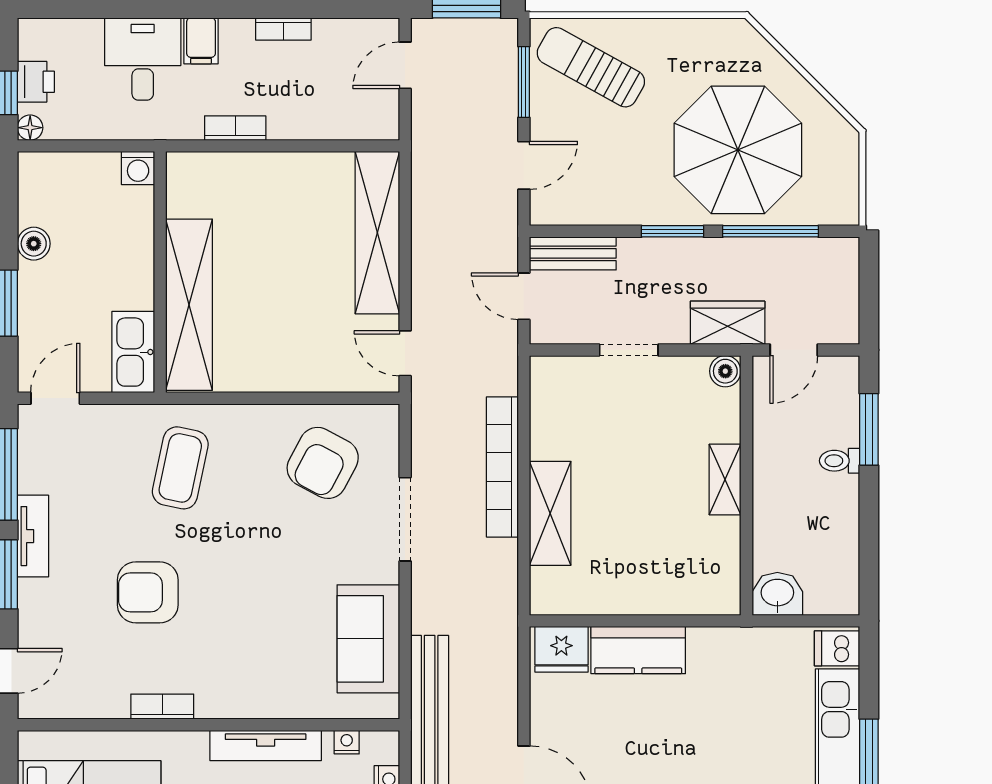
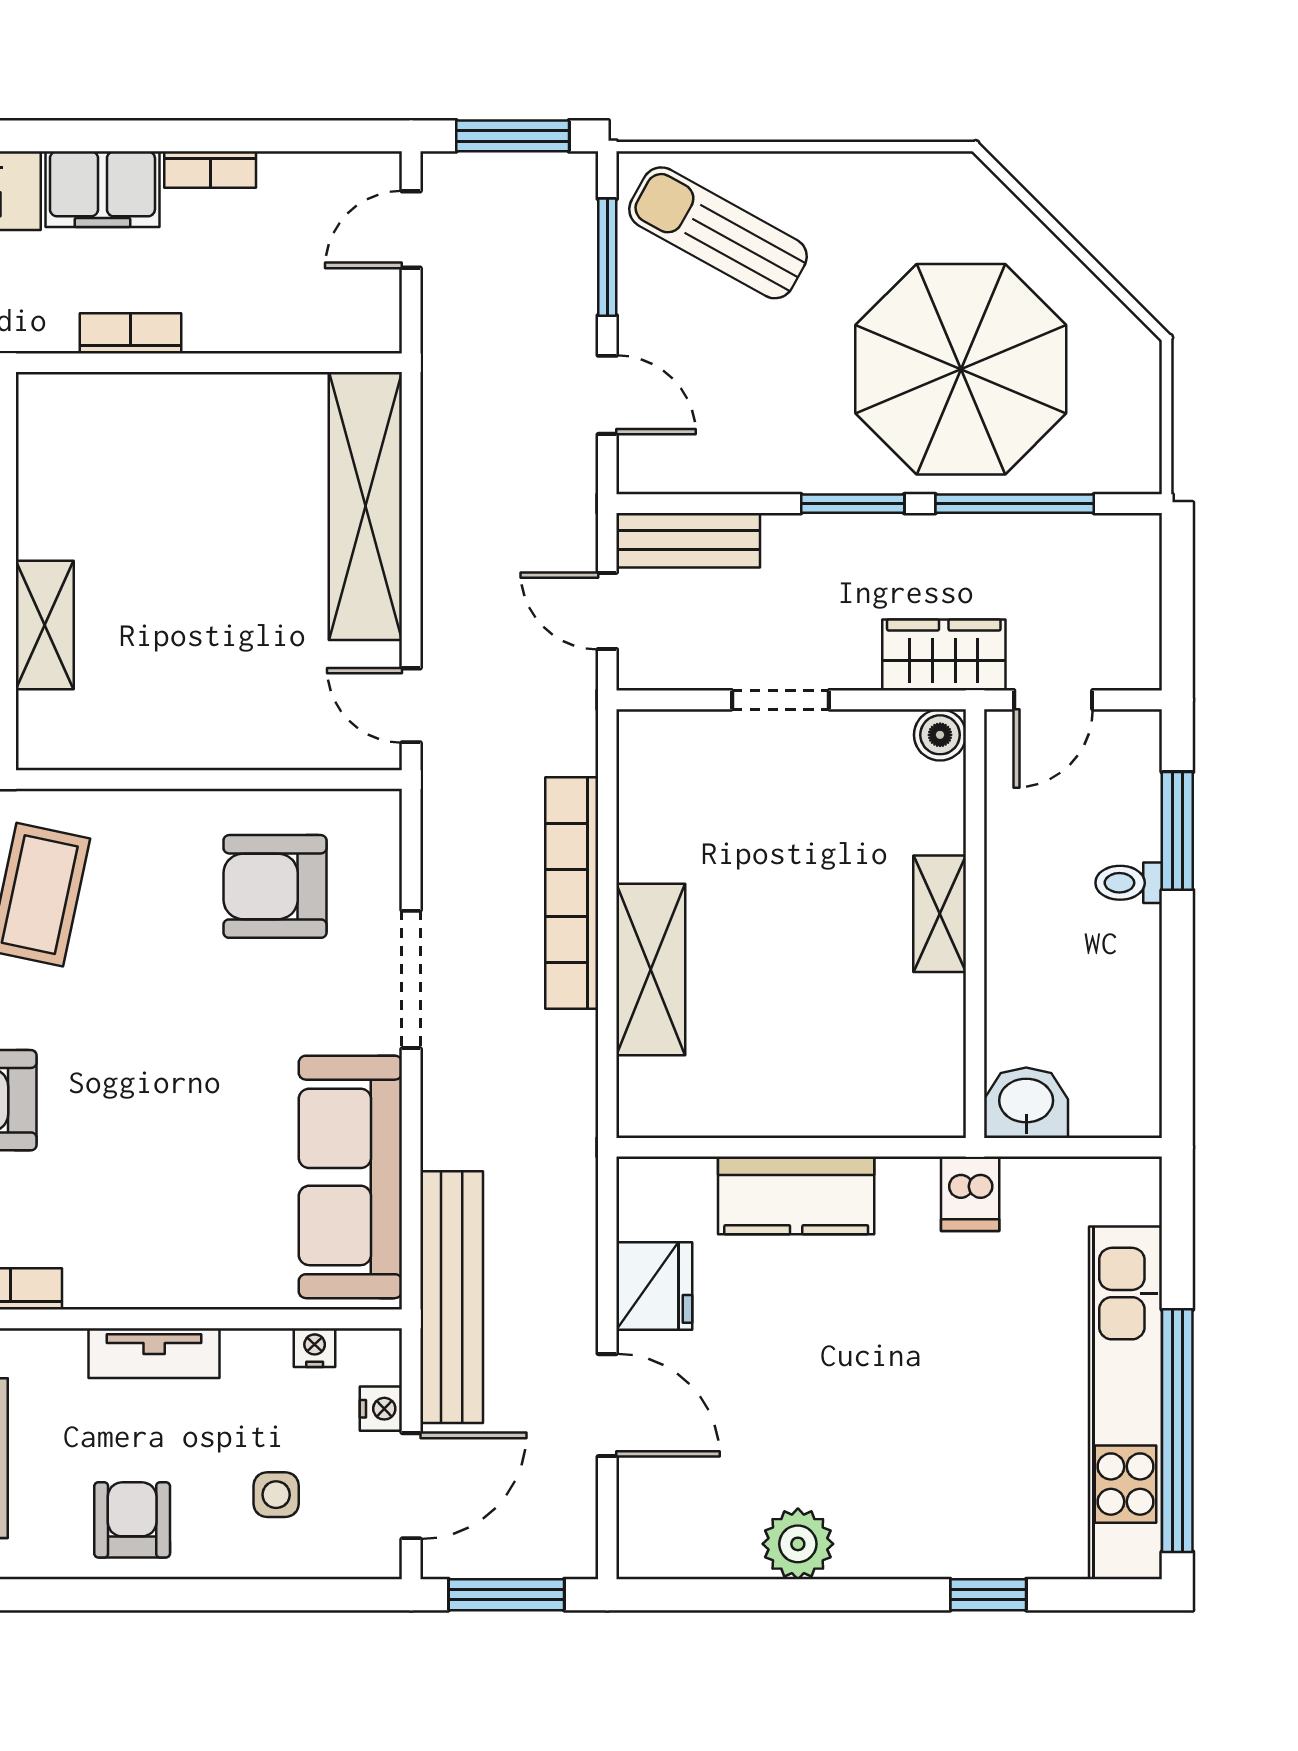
filing cabinet: (201, 41) -> (102, 189), width x2.00
door: (524, 165) -> (607, 395), hinge flipped
shelving: (189, 305) -> (45, 625), width x0.45, depth x0.75
armchair: (323, 463) -> (275, 886), turned 62
sofa: (368, 639) -> (350, 1177), width x1.36
dishwasher: (837, 648) -> (970, 1194), moved, turned -90
fridge: (561, 649) -> (654, 1286), moved, turned -90
tv unit: (266, 745) -> (154, 1353), width x0.71

